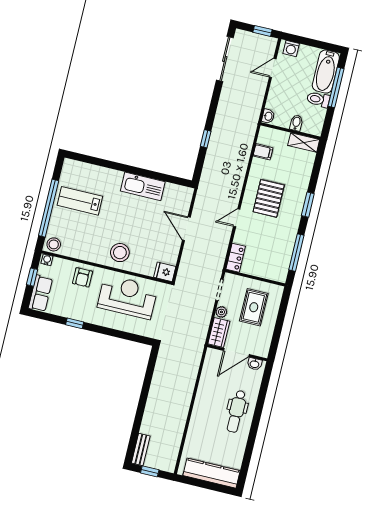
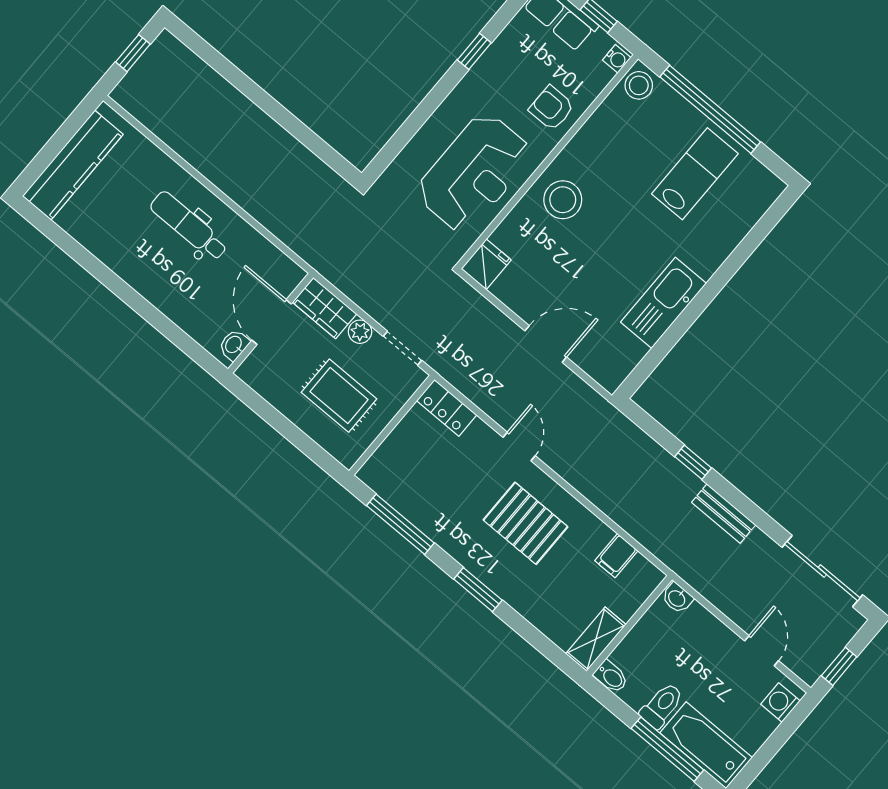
bidet: (296, 123) -> (611, 677), moved
dental chair: (236, 411) -> (189, 226), moved
bench: (141, 450) -> (724, 514), moved

